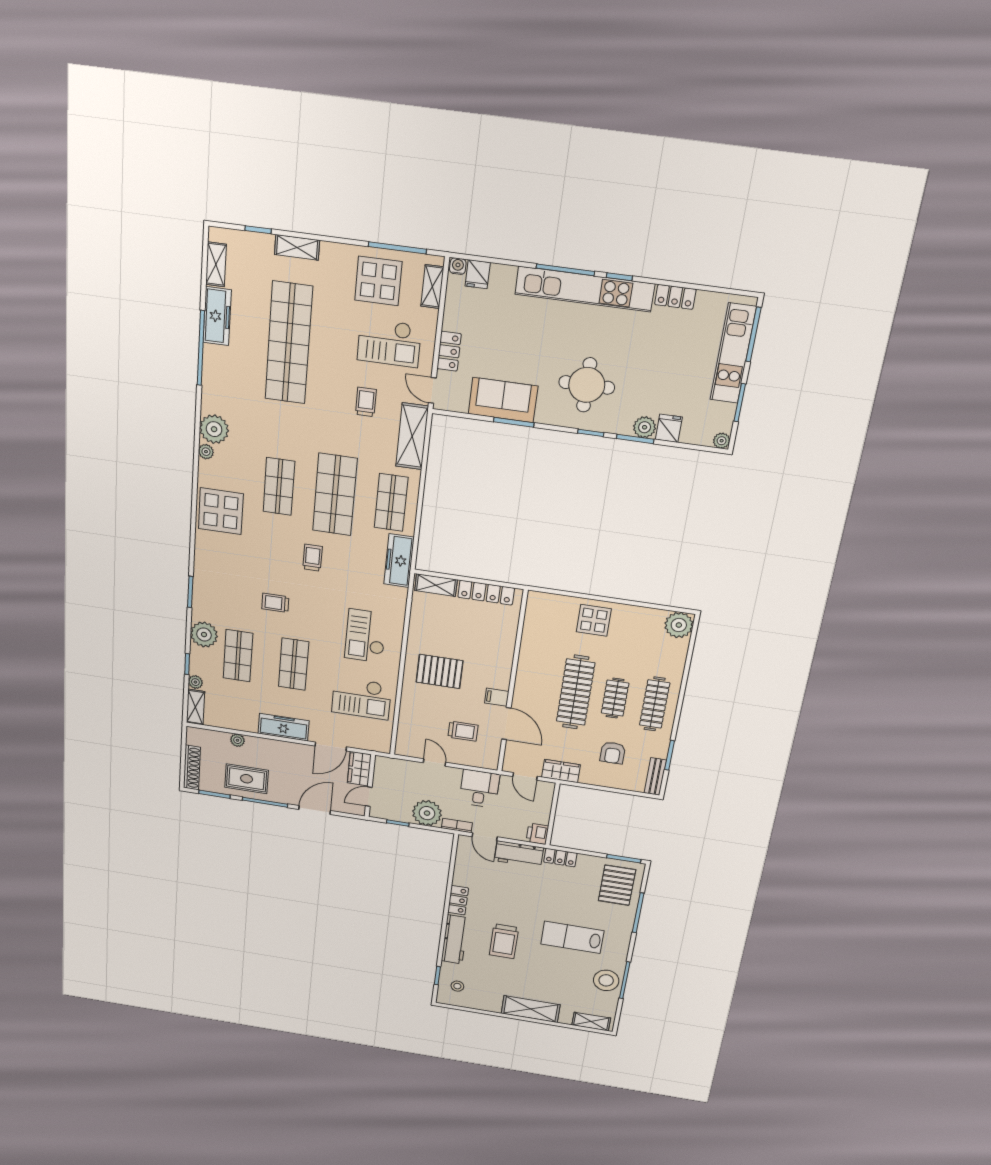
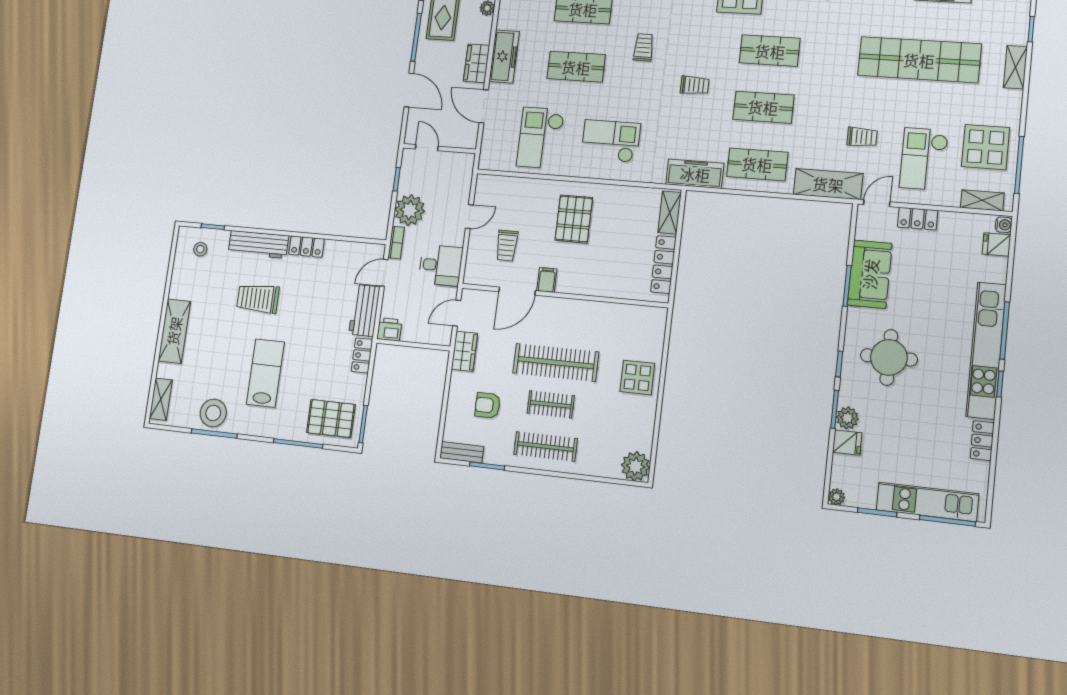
shop shelf: (335, 495) -> (763, 107), width x0.70, depth x0.74
wardrobe: (359, 769) -> (477, 63), moved, turned -90

